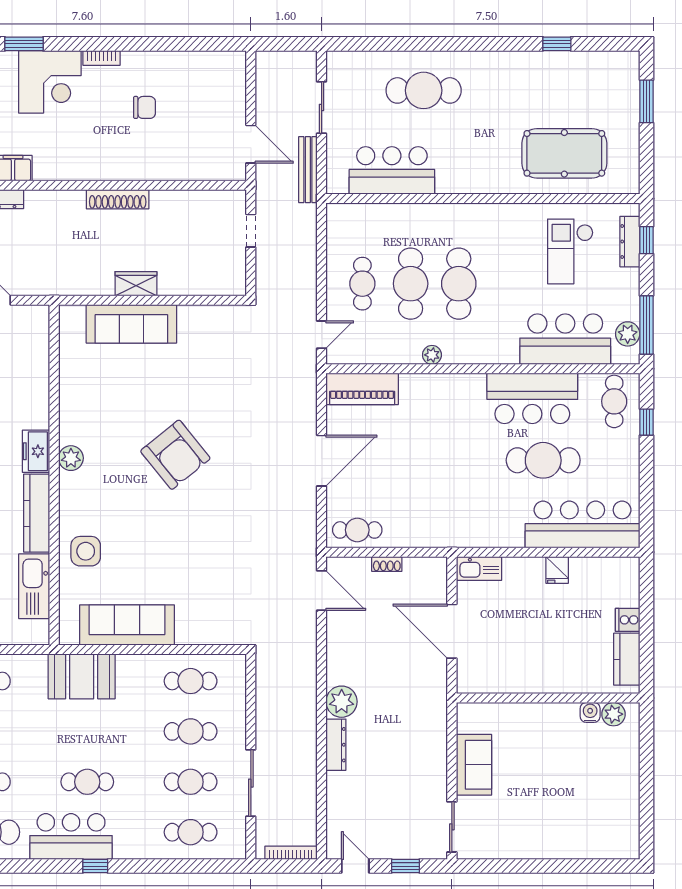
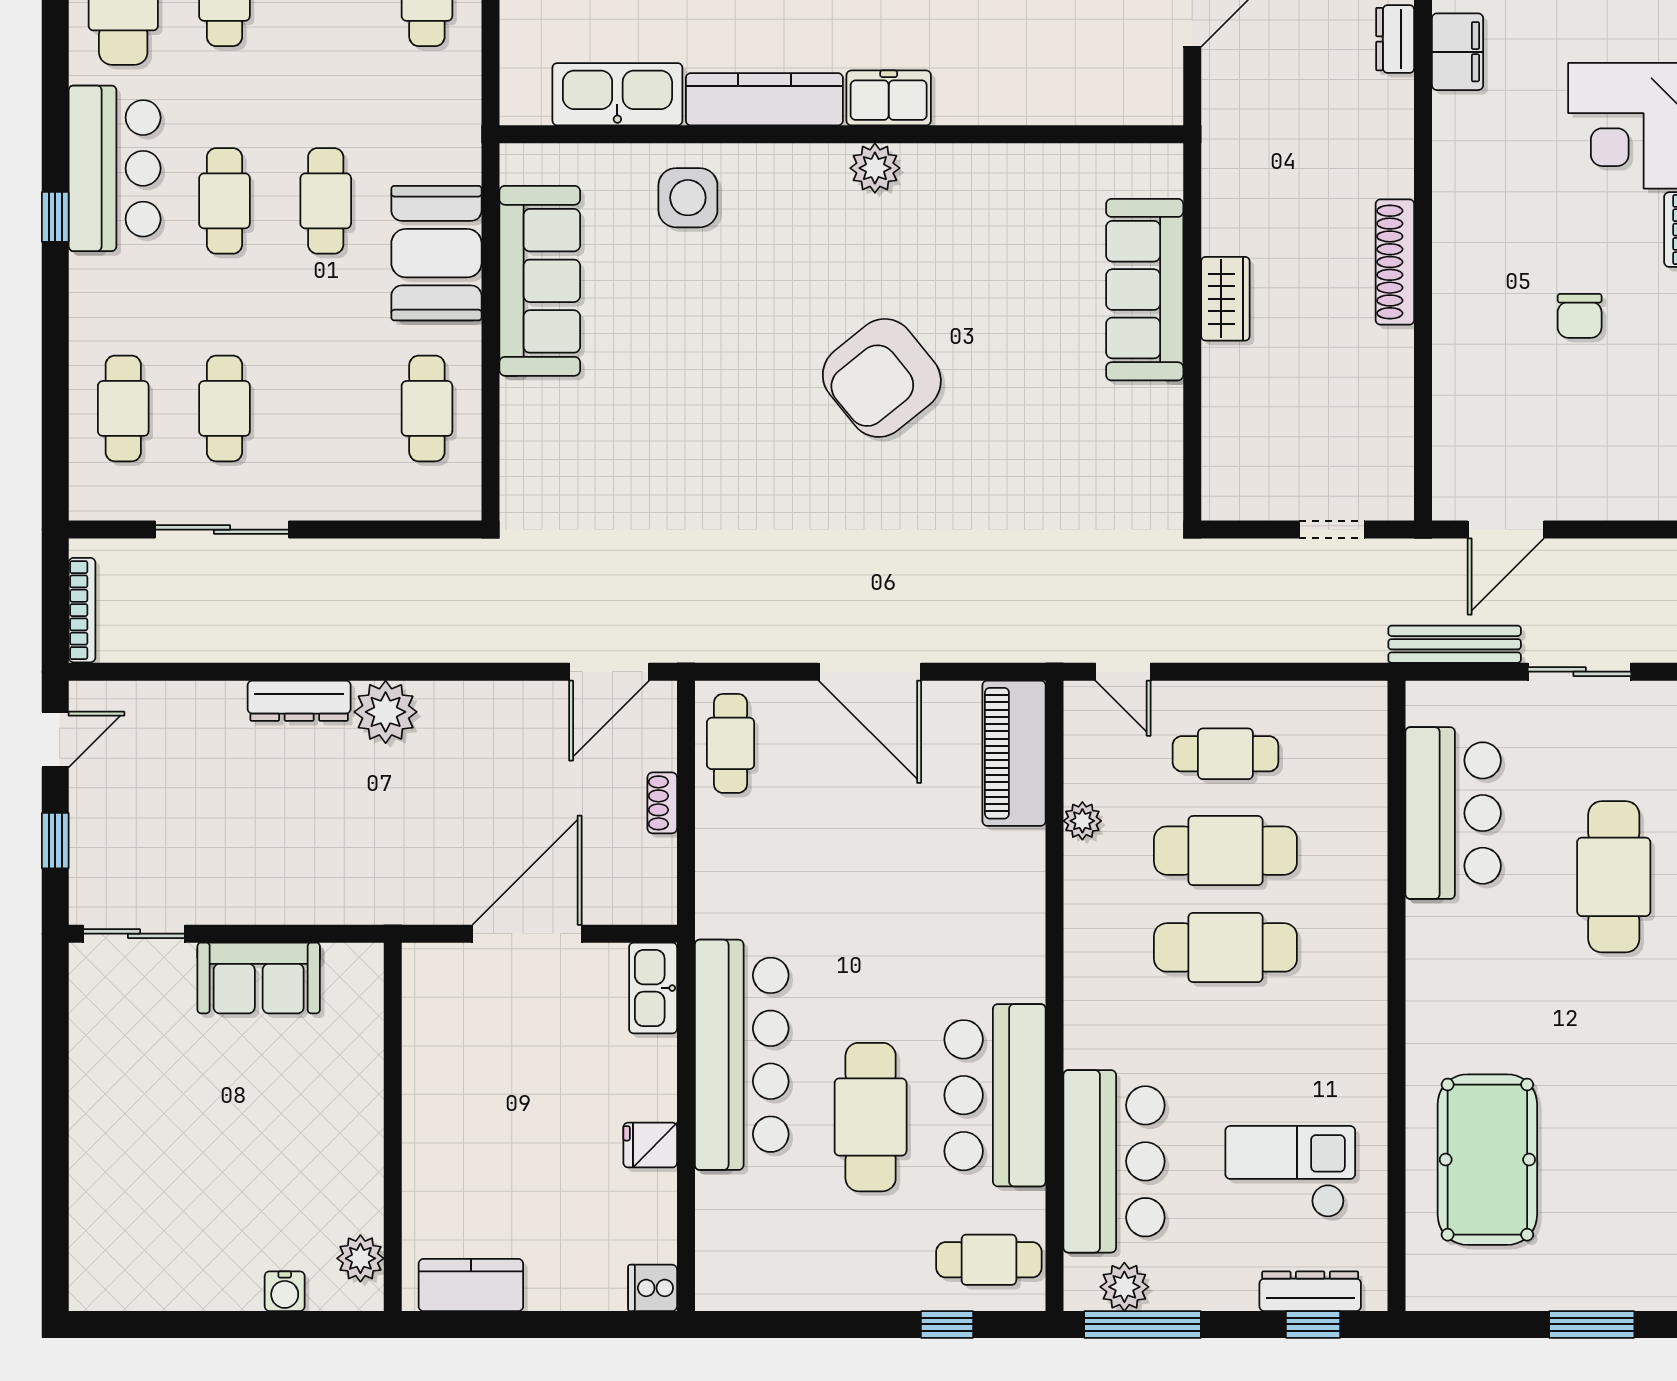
plant: (432, 355) -> (1082, 821), moved
bar counter: (583, 524) -> (742, 1055), moved
cooker: (628, 620) -> (653, 1288), moved, turned -90
booth: (82, 676) -> (436, 253), moved
water cooler: (590, 712) -> (285, 1291), moved, turned 90
cafe table: (191, 731) -> (326, 201), moved

